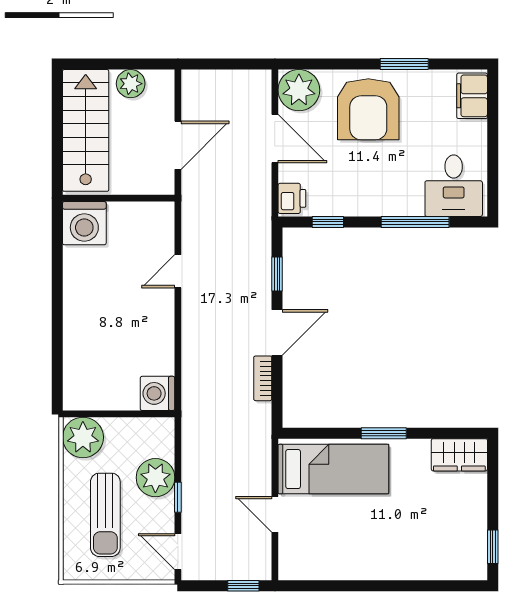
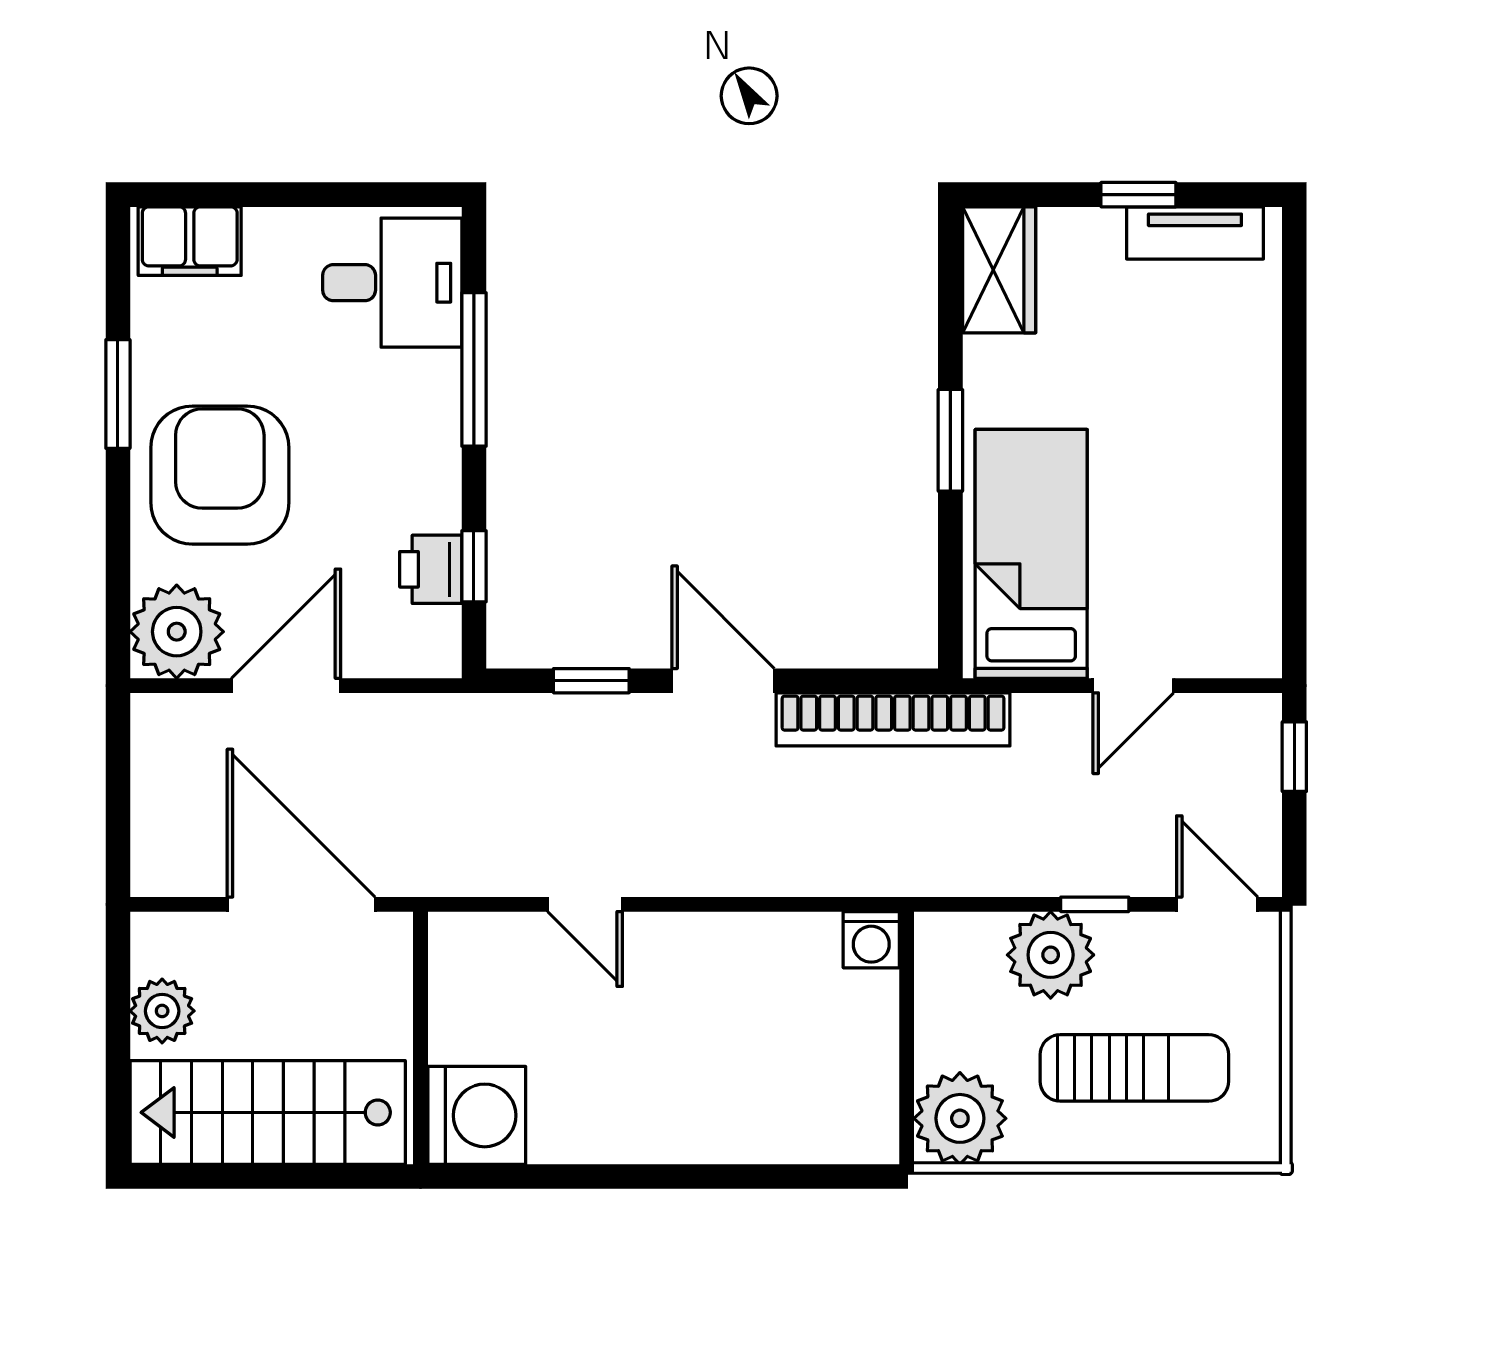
armchair: (368, 109) -> (220, 475), turned -90
door: (178, 145) -> (301, 904), width x1.36
printer: (292, 198) -> (431, 569), moved, turned -90
bookcase: (263, 378) -> (893, 719), width x2.31, depth x1.31
washing machine: (158, 393) -> (871, 940), width x0.73, depth x0.73
tv unit: (476, 542) -> (1195, 233), added
window: (493, 547) -> (1138, 195), moved
door: (178, 552) -> (1217, 904), swing flipped

